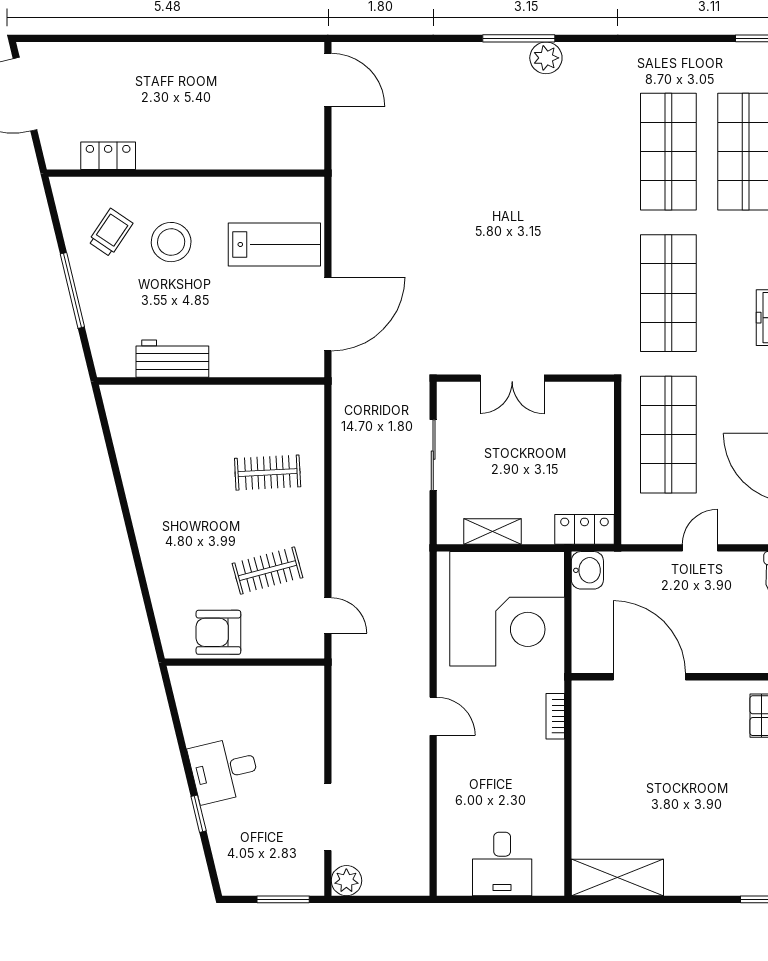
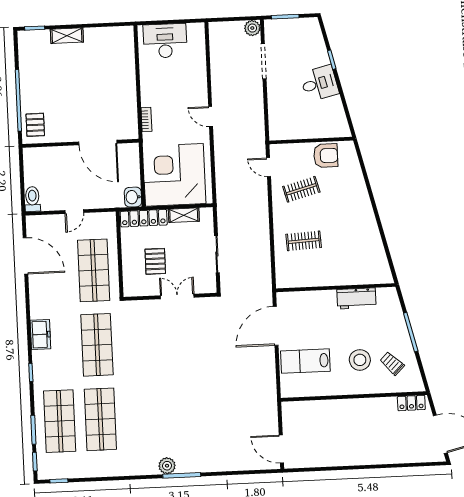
locker: (108, 156) -> (411, 403), moved
trolley: (111, 233) -> (392, 363), turned 101
pallet: (551, 447) -> (155, 261), added
locker: (584, 529) -> (144, 218), width x1.53
desk: (502, 864) -> (165, 41), width x1.37
shelving: (617, 877) -> (67, 36), moved, width x0.67, depth x0.75

